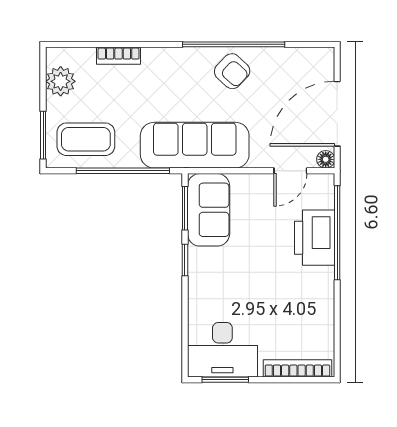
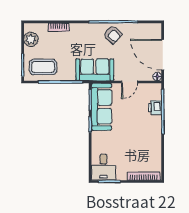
door: (337, 114) -> (163, 55), hinge flipped
sofa: (195, 145) -> (95, 70), width x0.73
door: (290, 171) -> (130, 82), moved
sofa: (209, 210) -> (101, 107), width x1.36
printer: (315, 238) -> (155, 108), width x0.53, depth x0.68
desk: (222, 350) -> (104, 167), width x0.73

